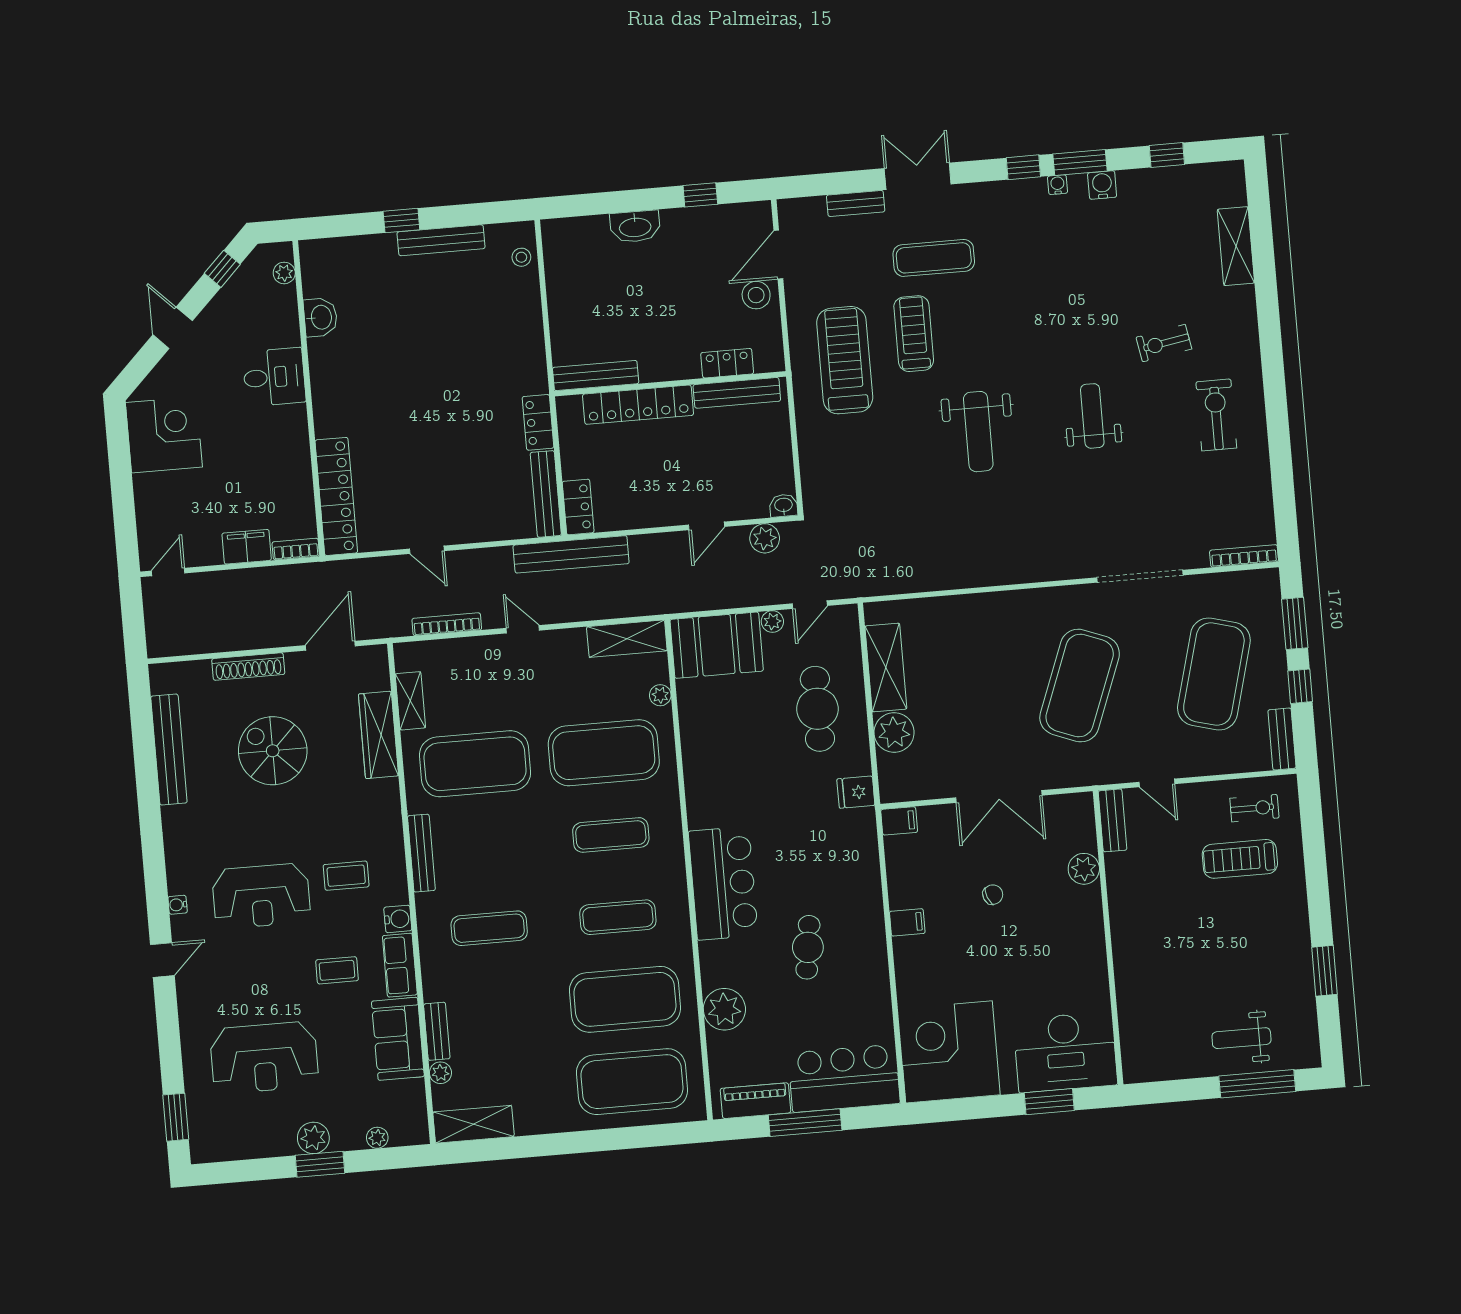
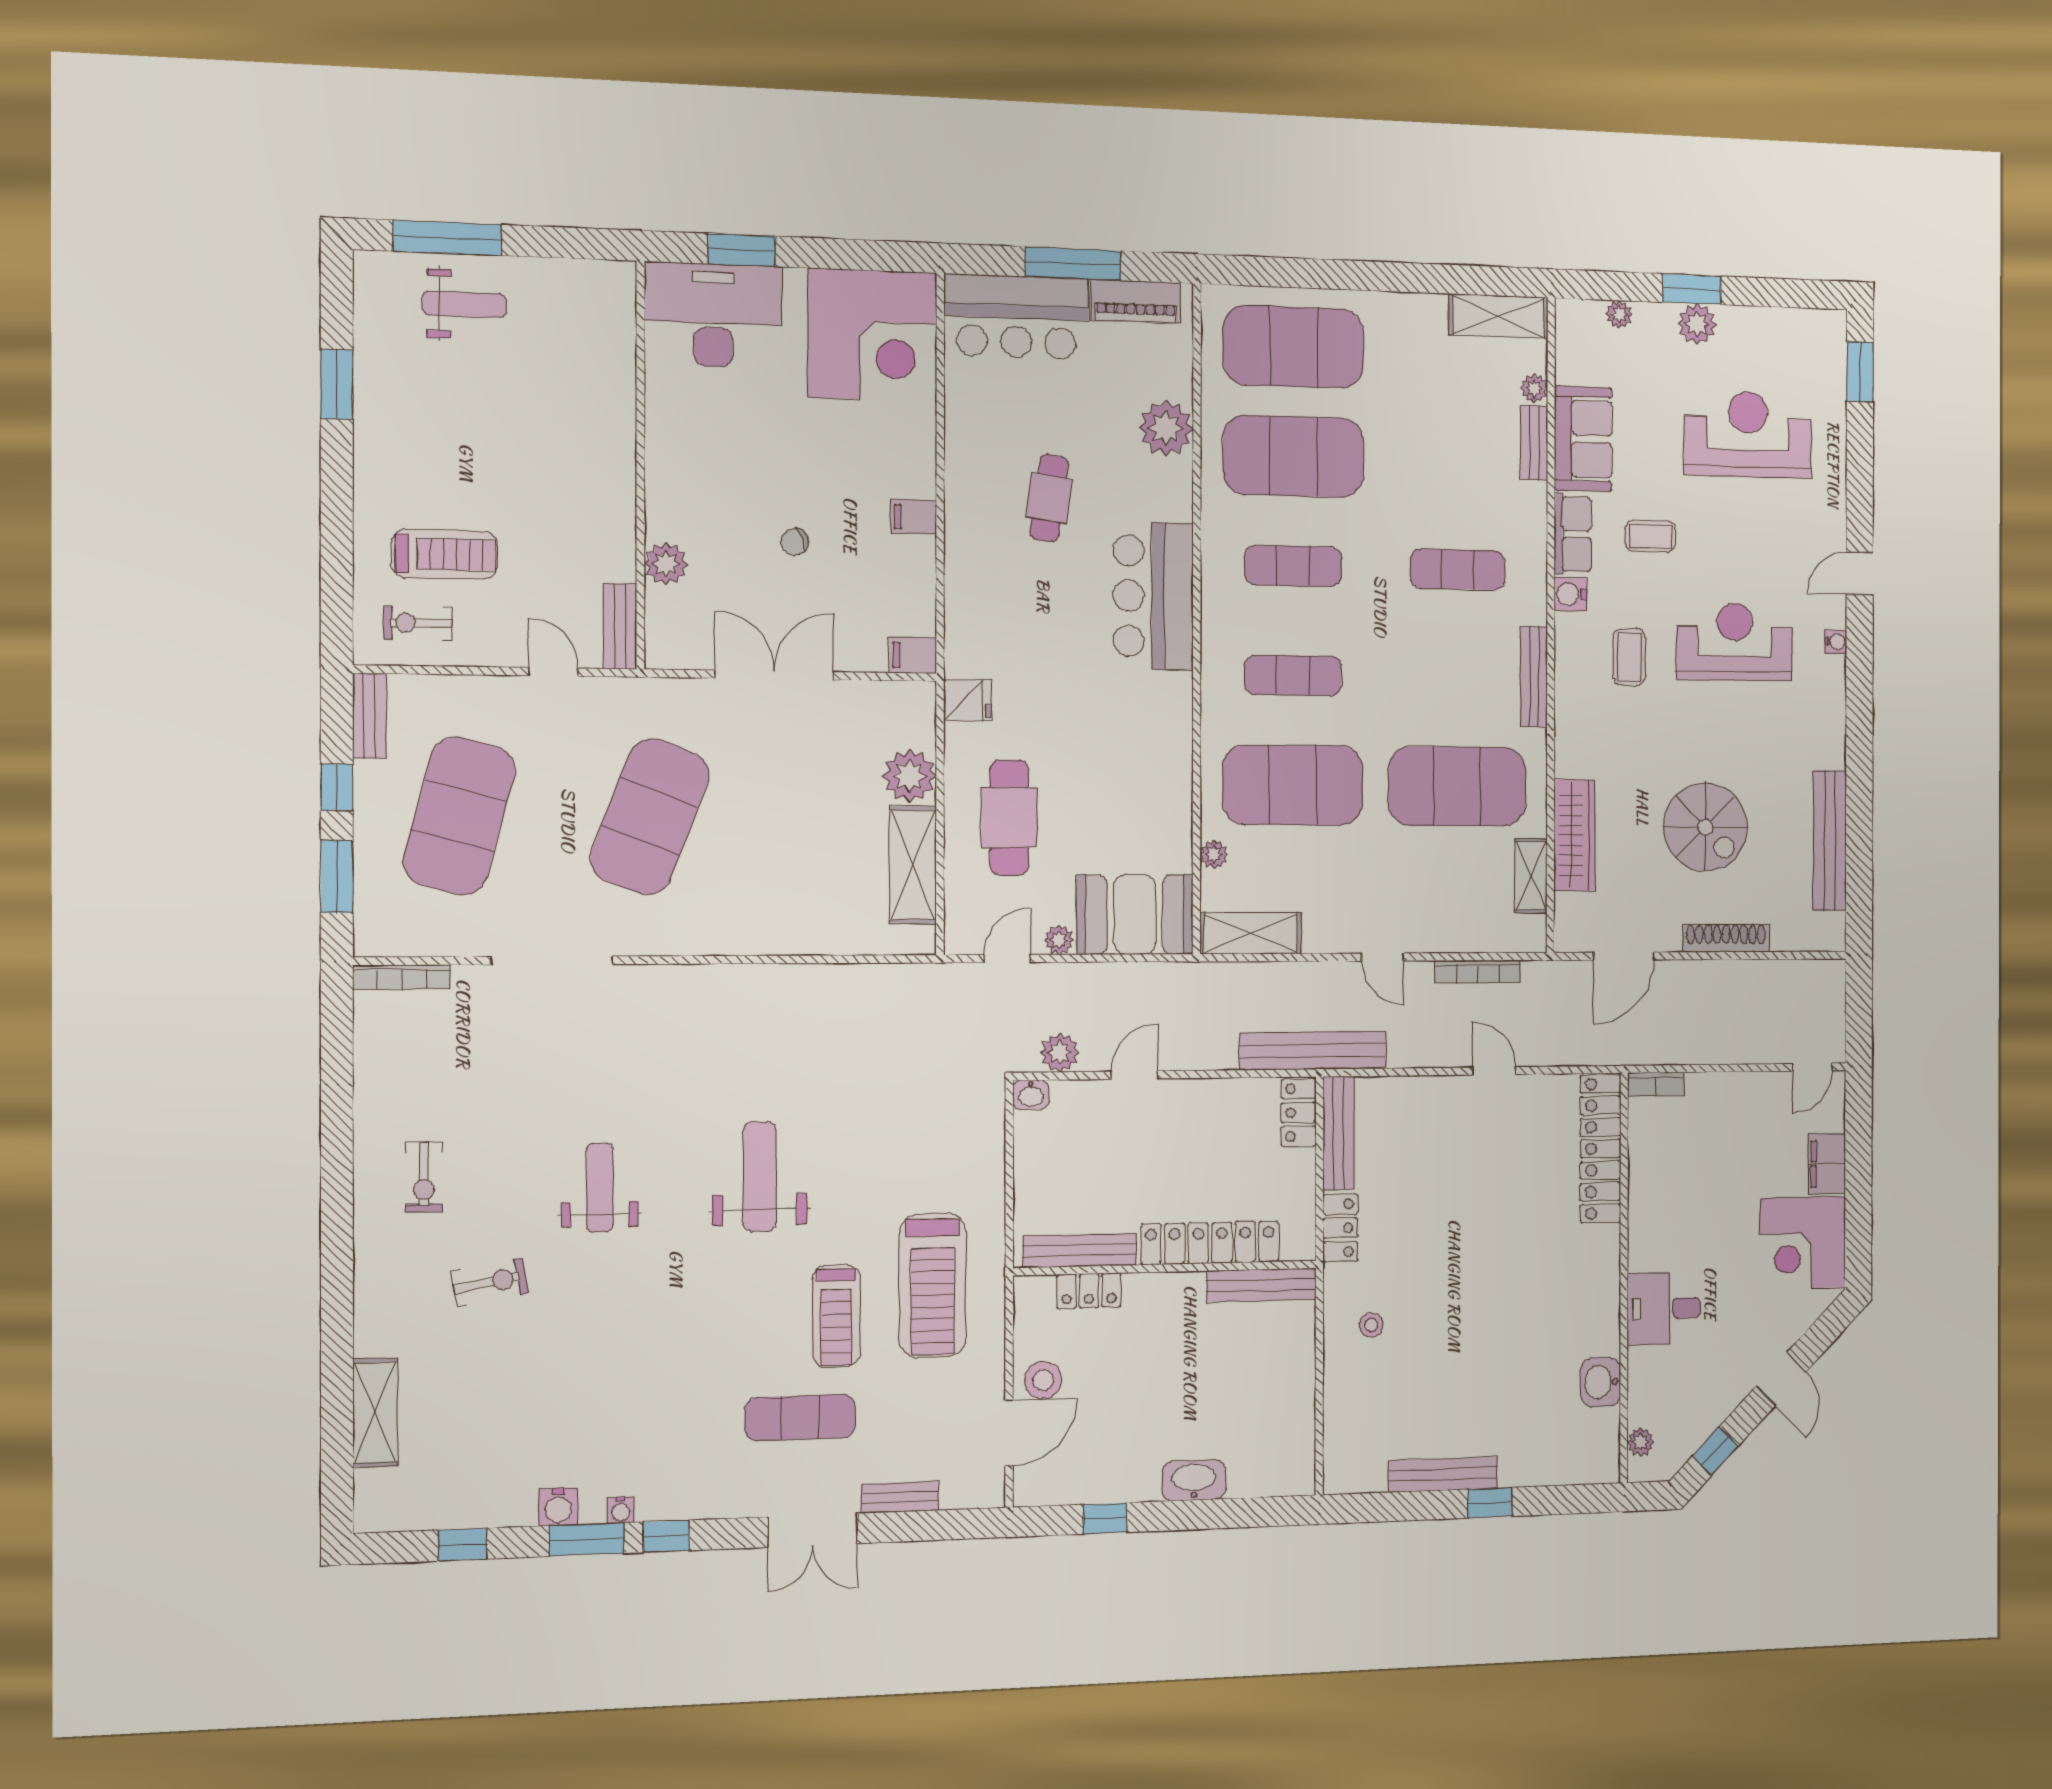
stool: (521, 257) -> (1371, 1325), moved
exercise bike: (1216, 415) -> (424, 1177), width x0.73, depth x0.72
weight bench: (1092, 416) -> (600, 1188), turned 180
filing cabinet: (247, 547) -> (1827, 1164), moved, turned 90
coffee table: (346, 876) -> (1629, 657), turned 90

